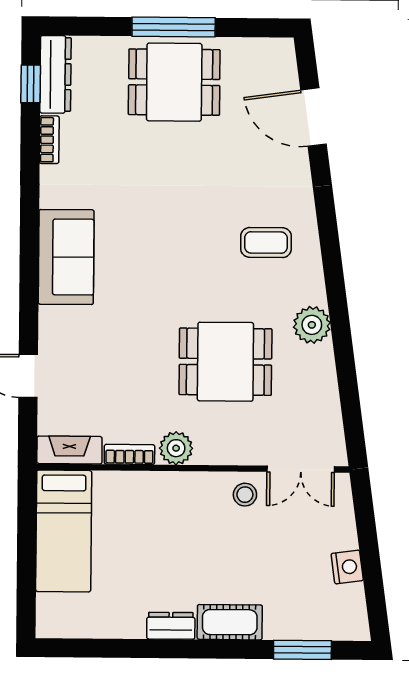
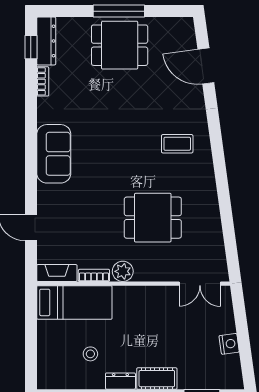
plant: (312, 325) -> (206, 194), removed
stool: (245, 495) -> (90, 354), moved
bed: (64, 531) -> (74, 302), moved, turned -90

